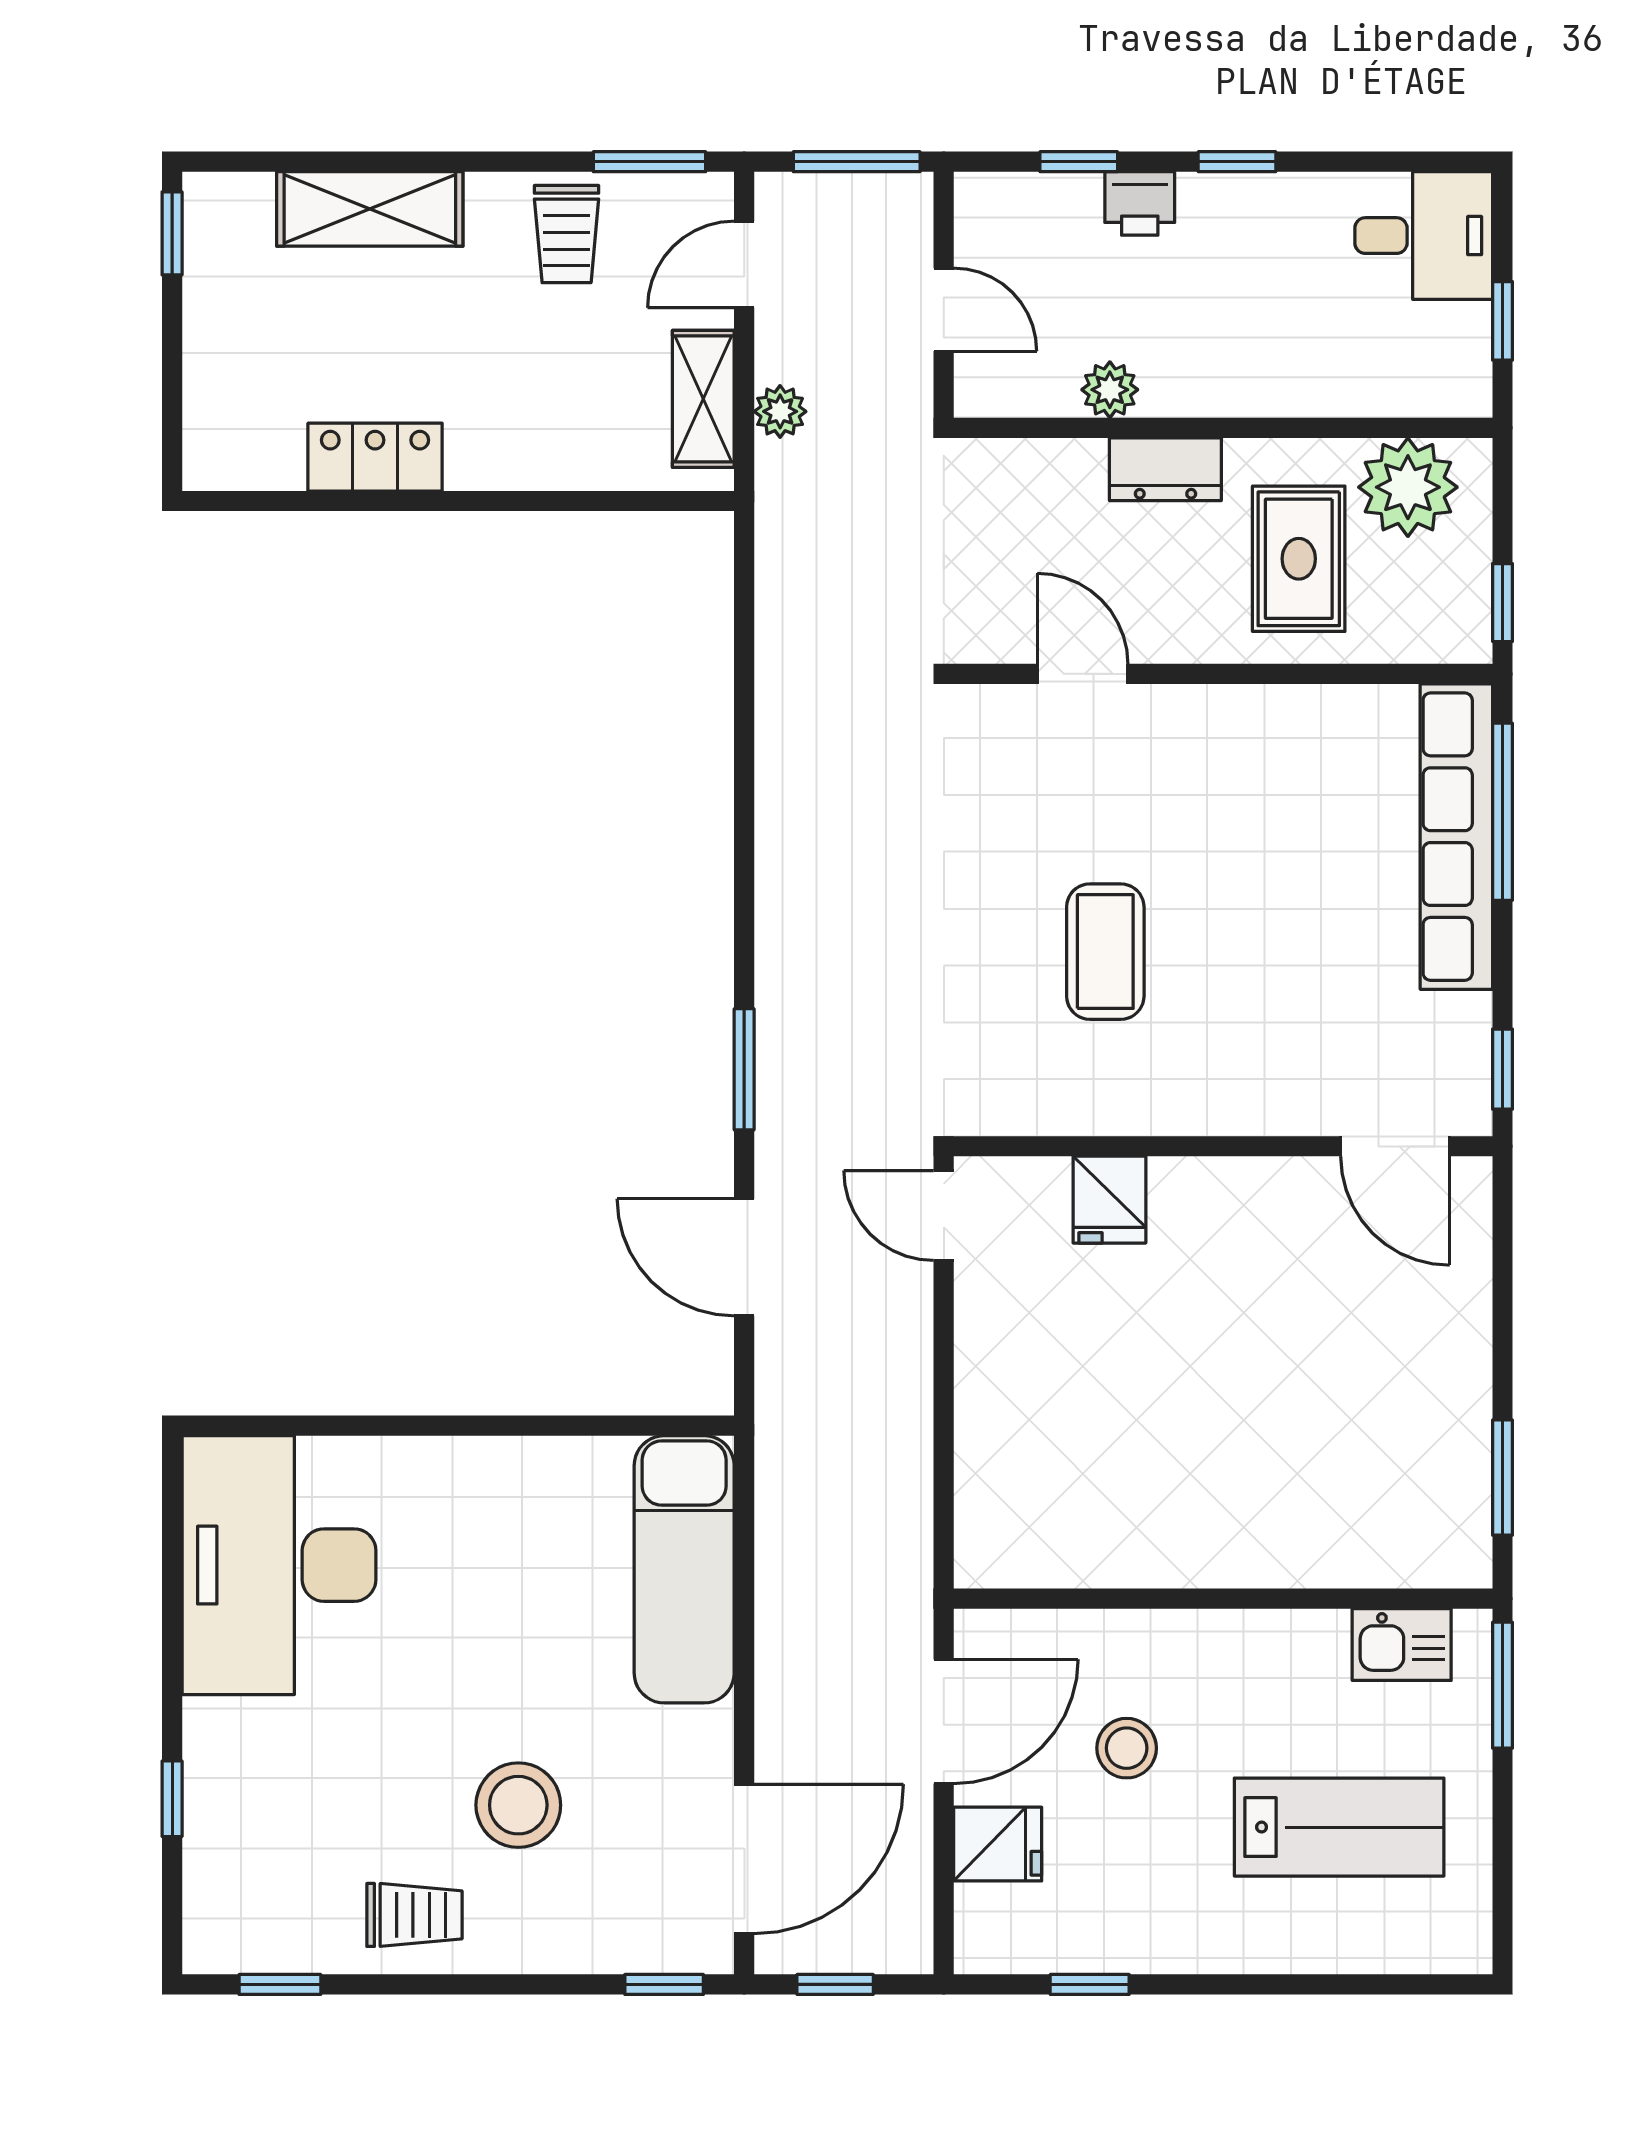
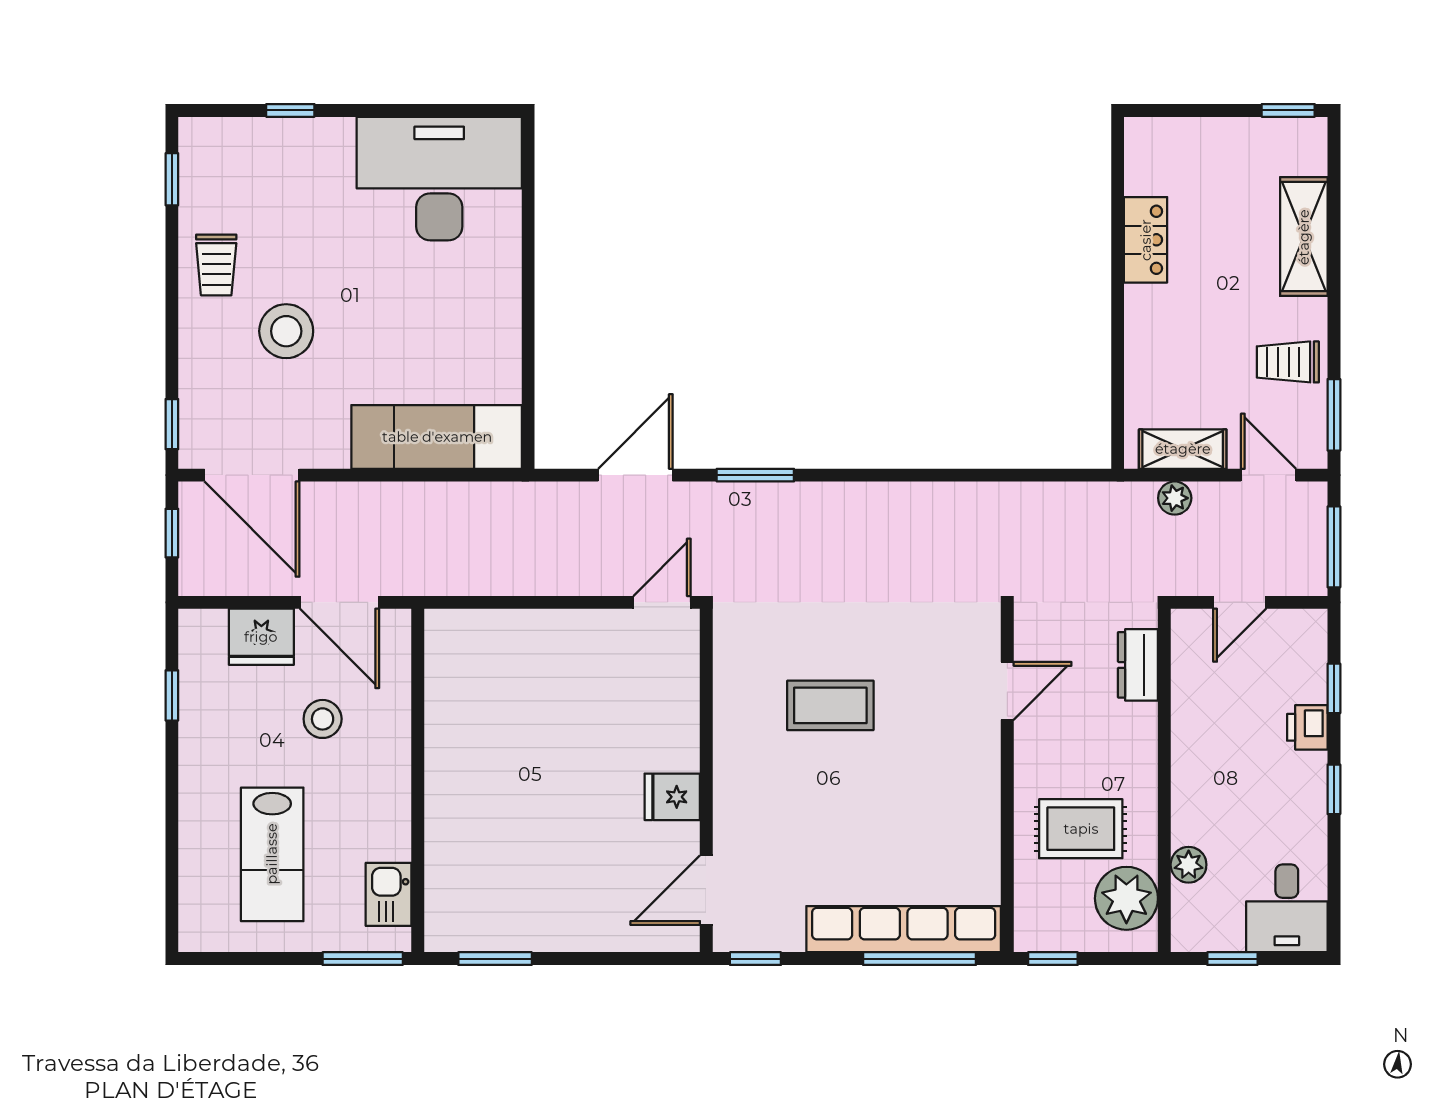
plant: (1110, 390) -> (1189, 865), moved
dresser: (1165, 469) -> (1138, 665), moved
fridge: (1109, 1200) -> (672, 797), moved
fridge: (998, 1844) -> (261, 637), width x1.38

